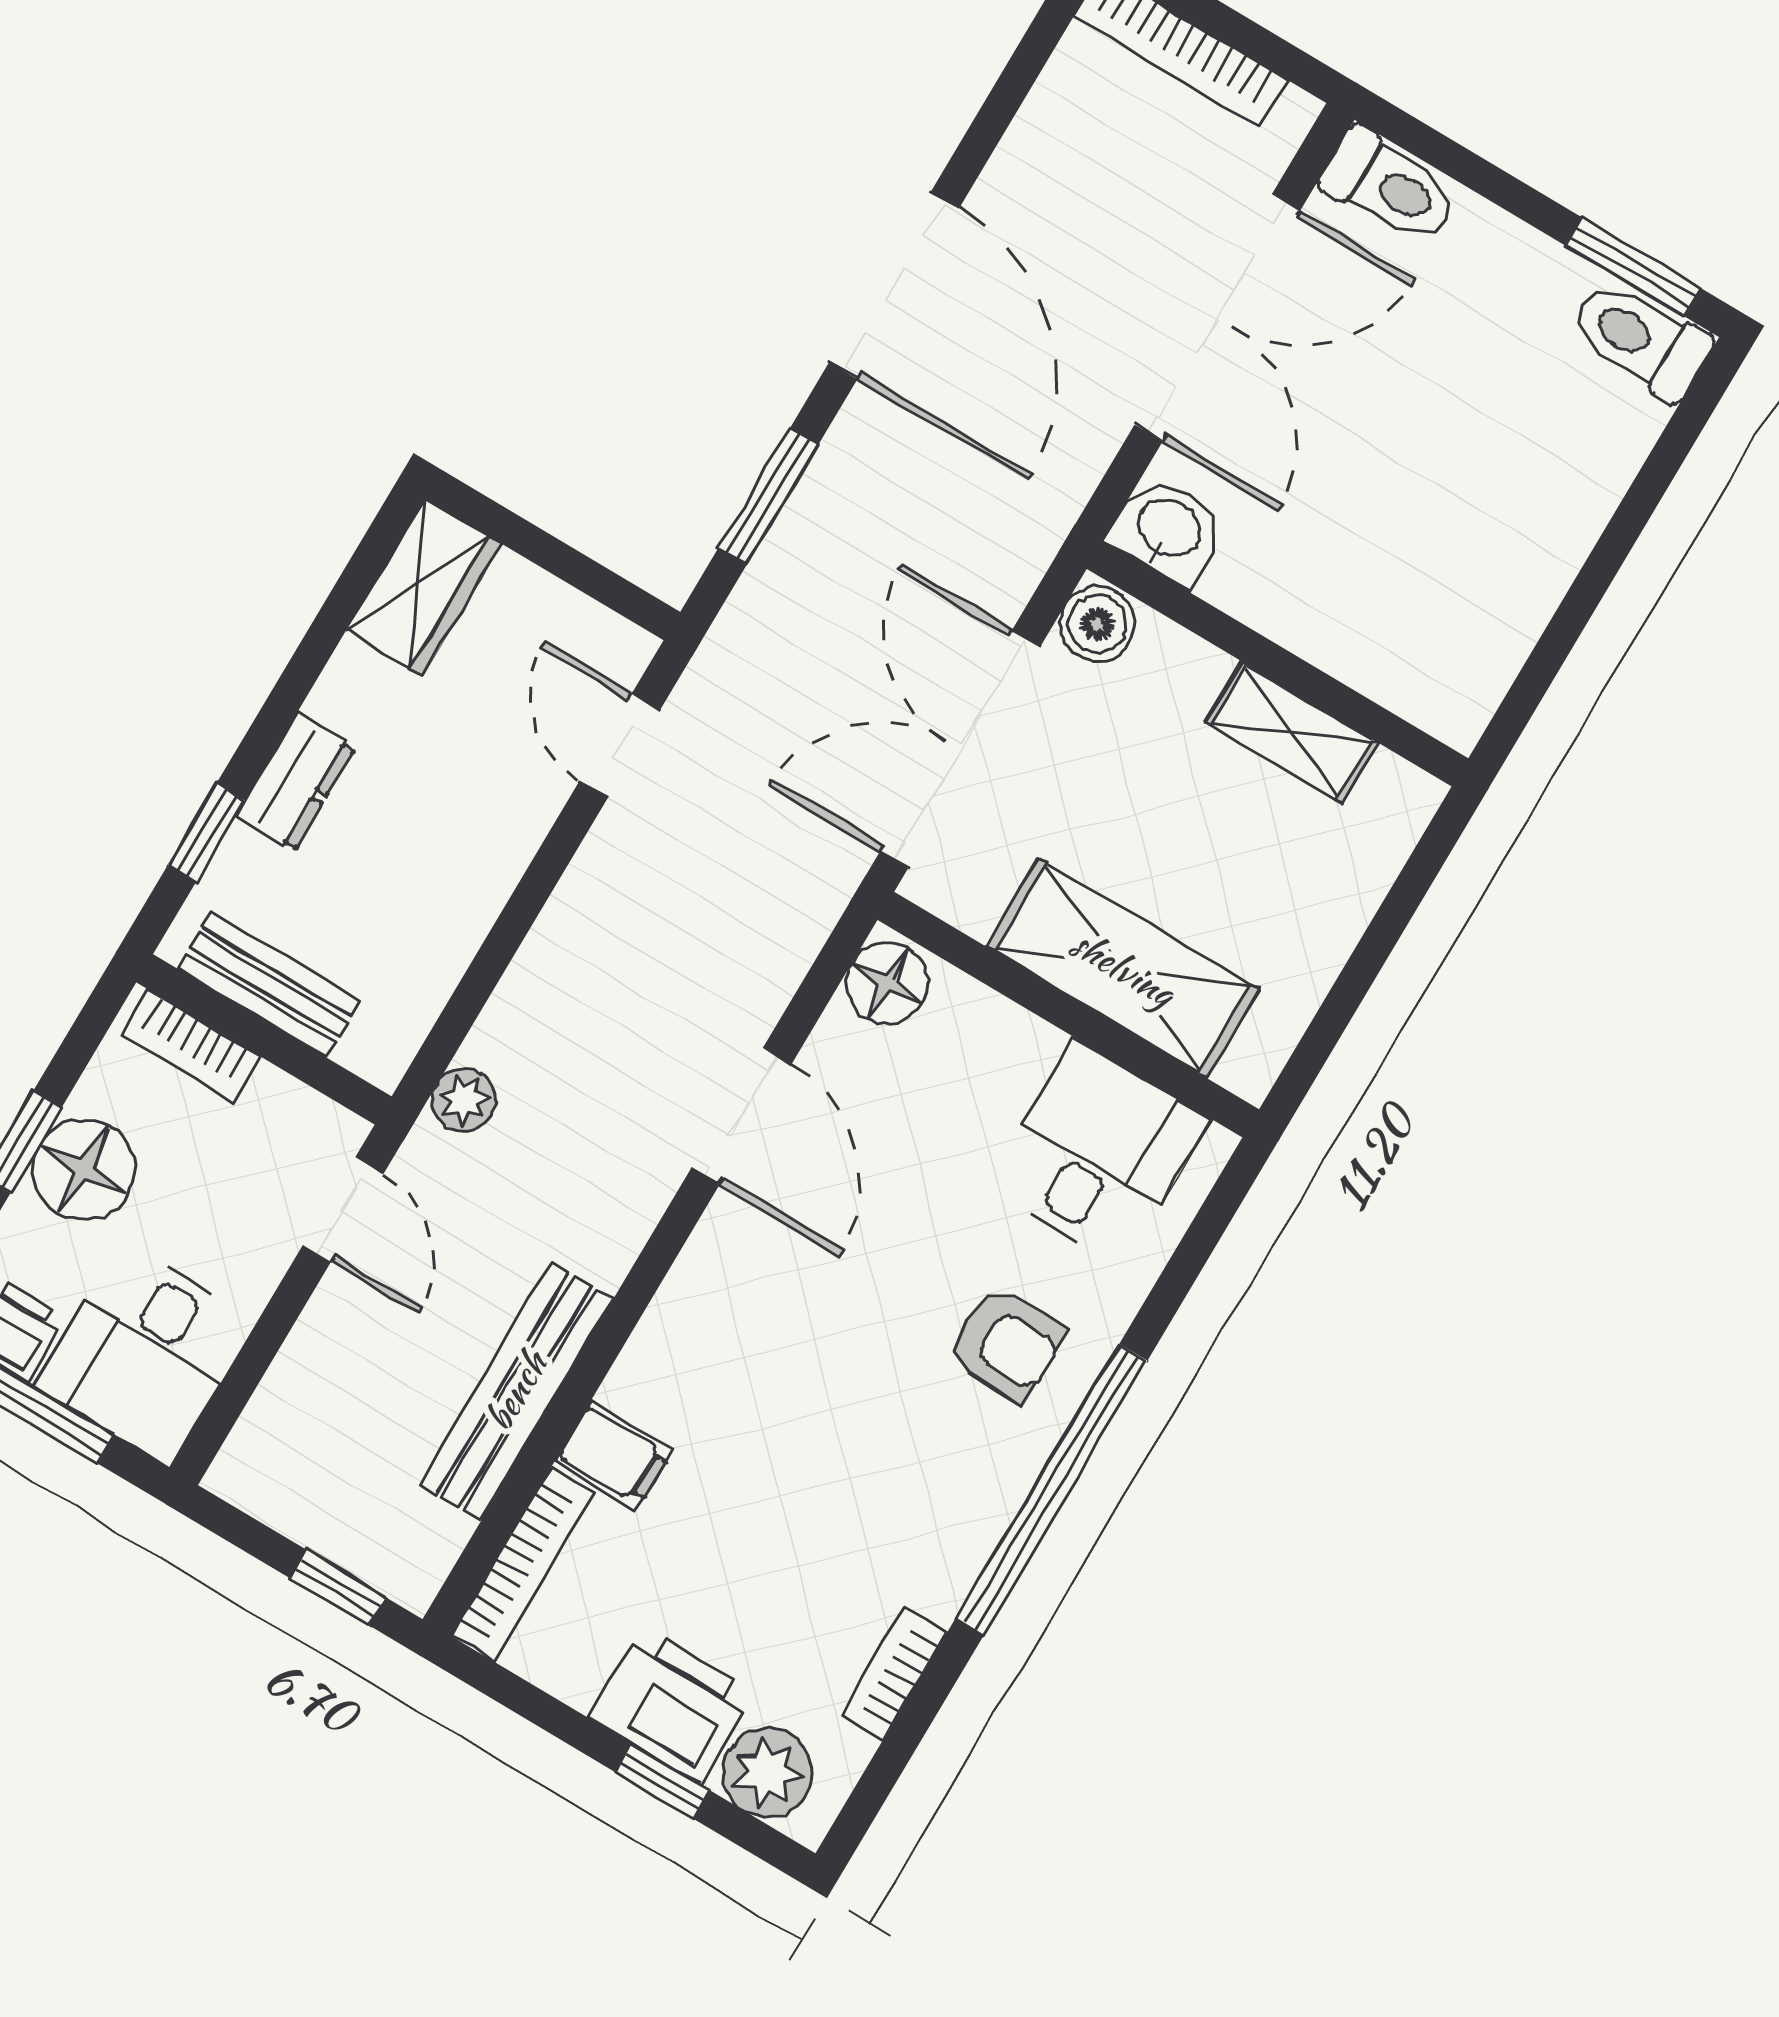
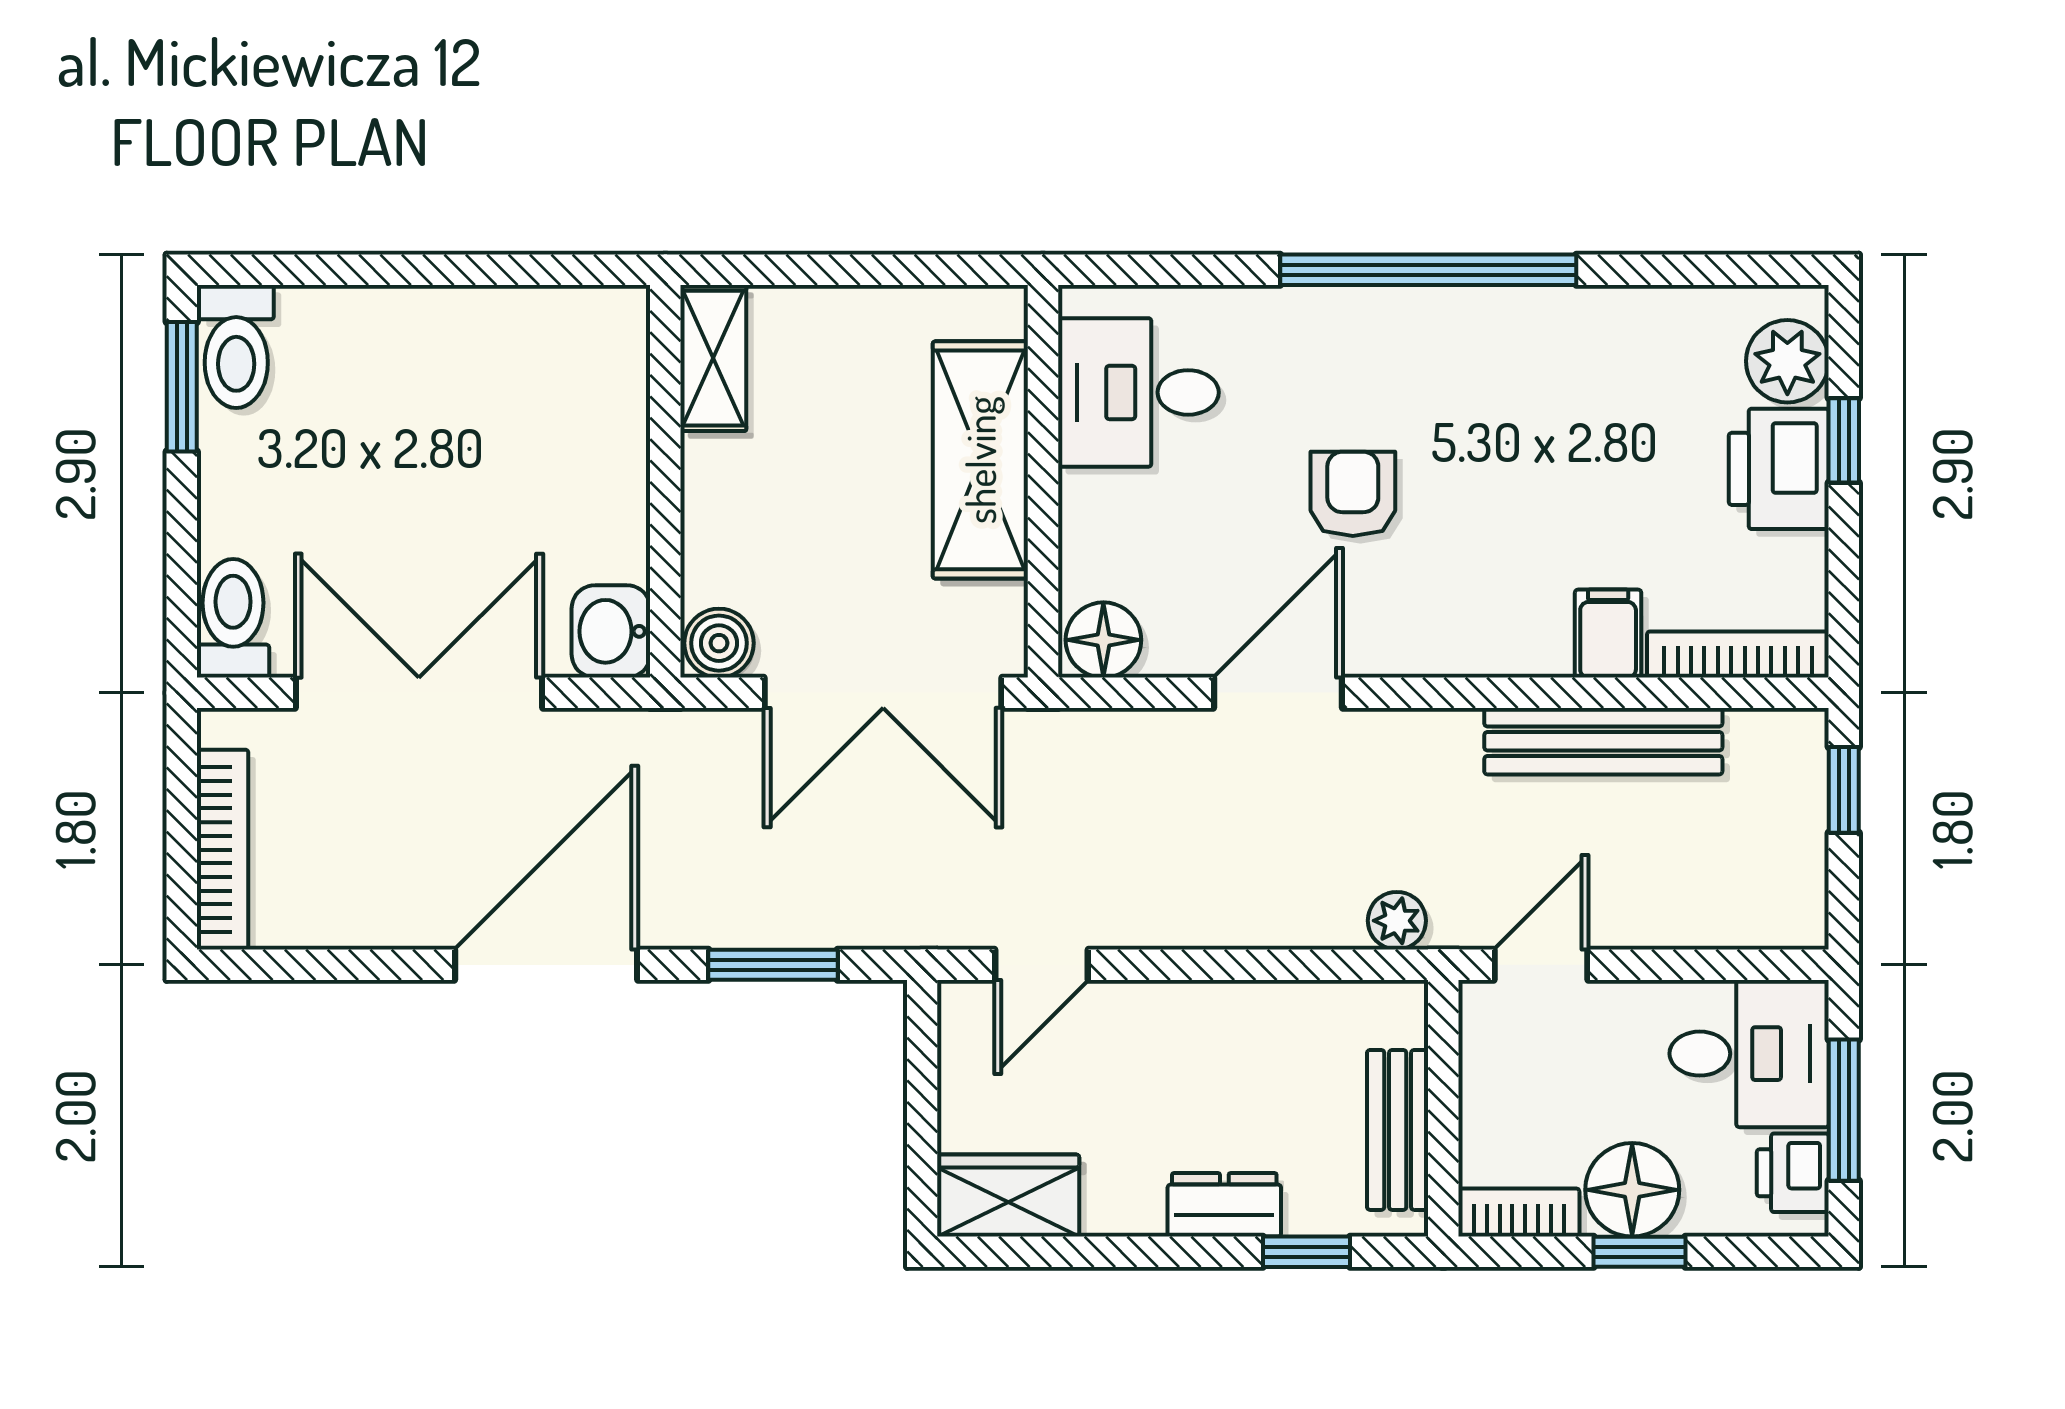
shelving: (1292, 733) -> (713, 358), moved
bookcase: (191, 1045) -> (1519, 1213), moved, turned -90
armchair: (1007, 1344) -> (1353, 494), moved
bookcase: (894, 1673) -> (1649, 308), removed

